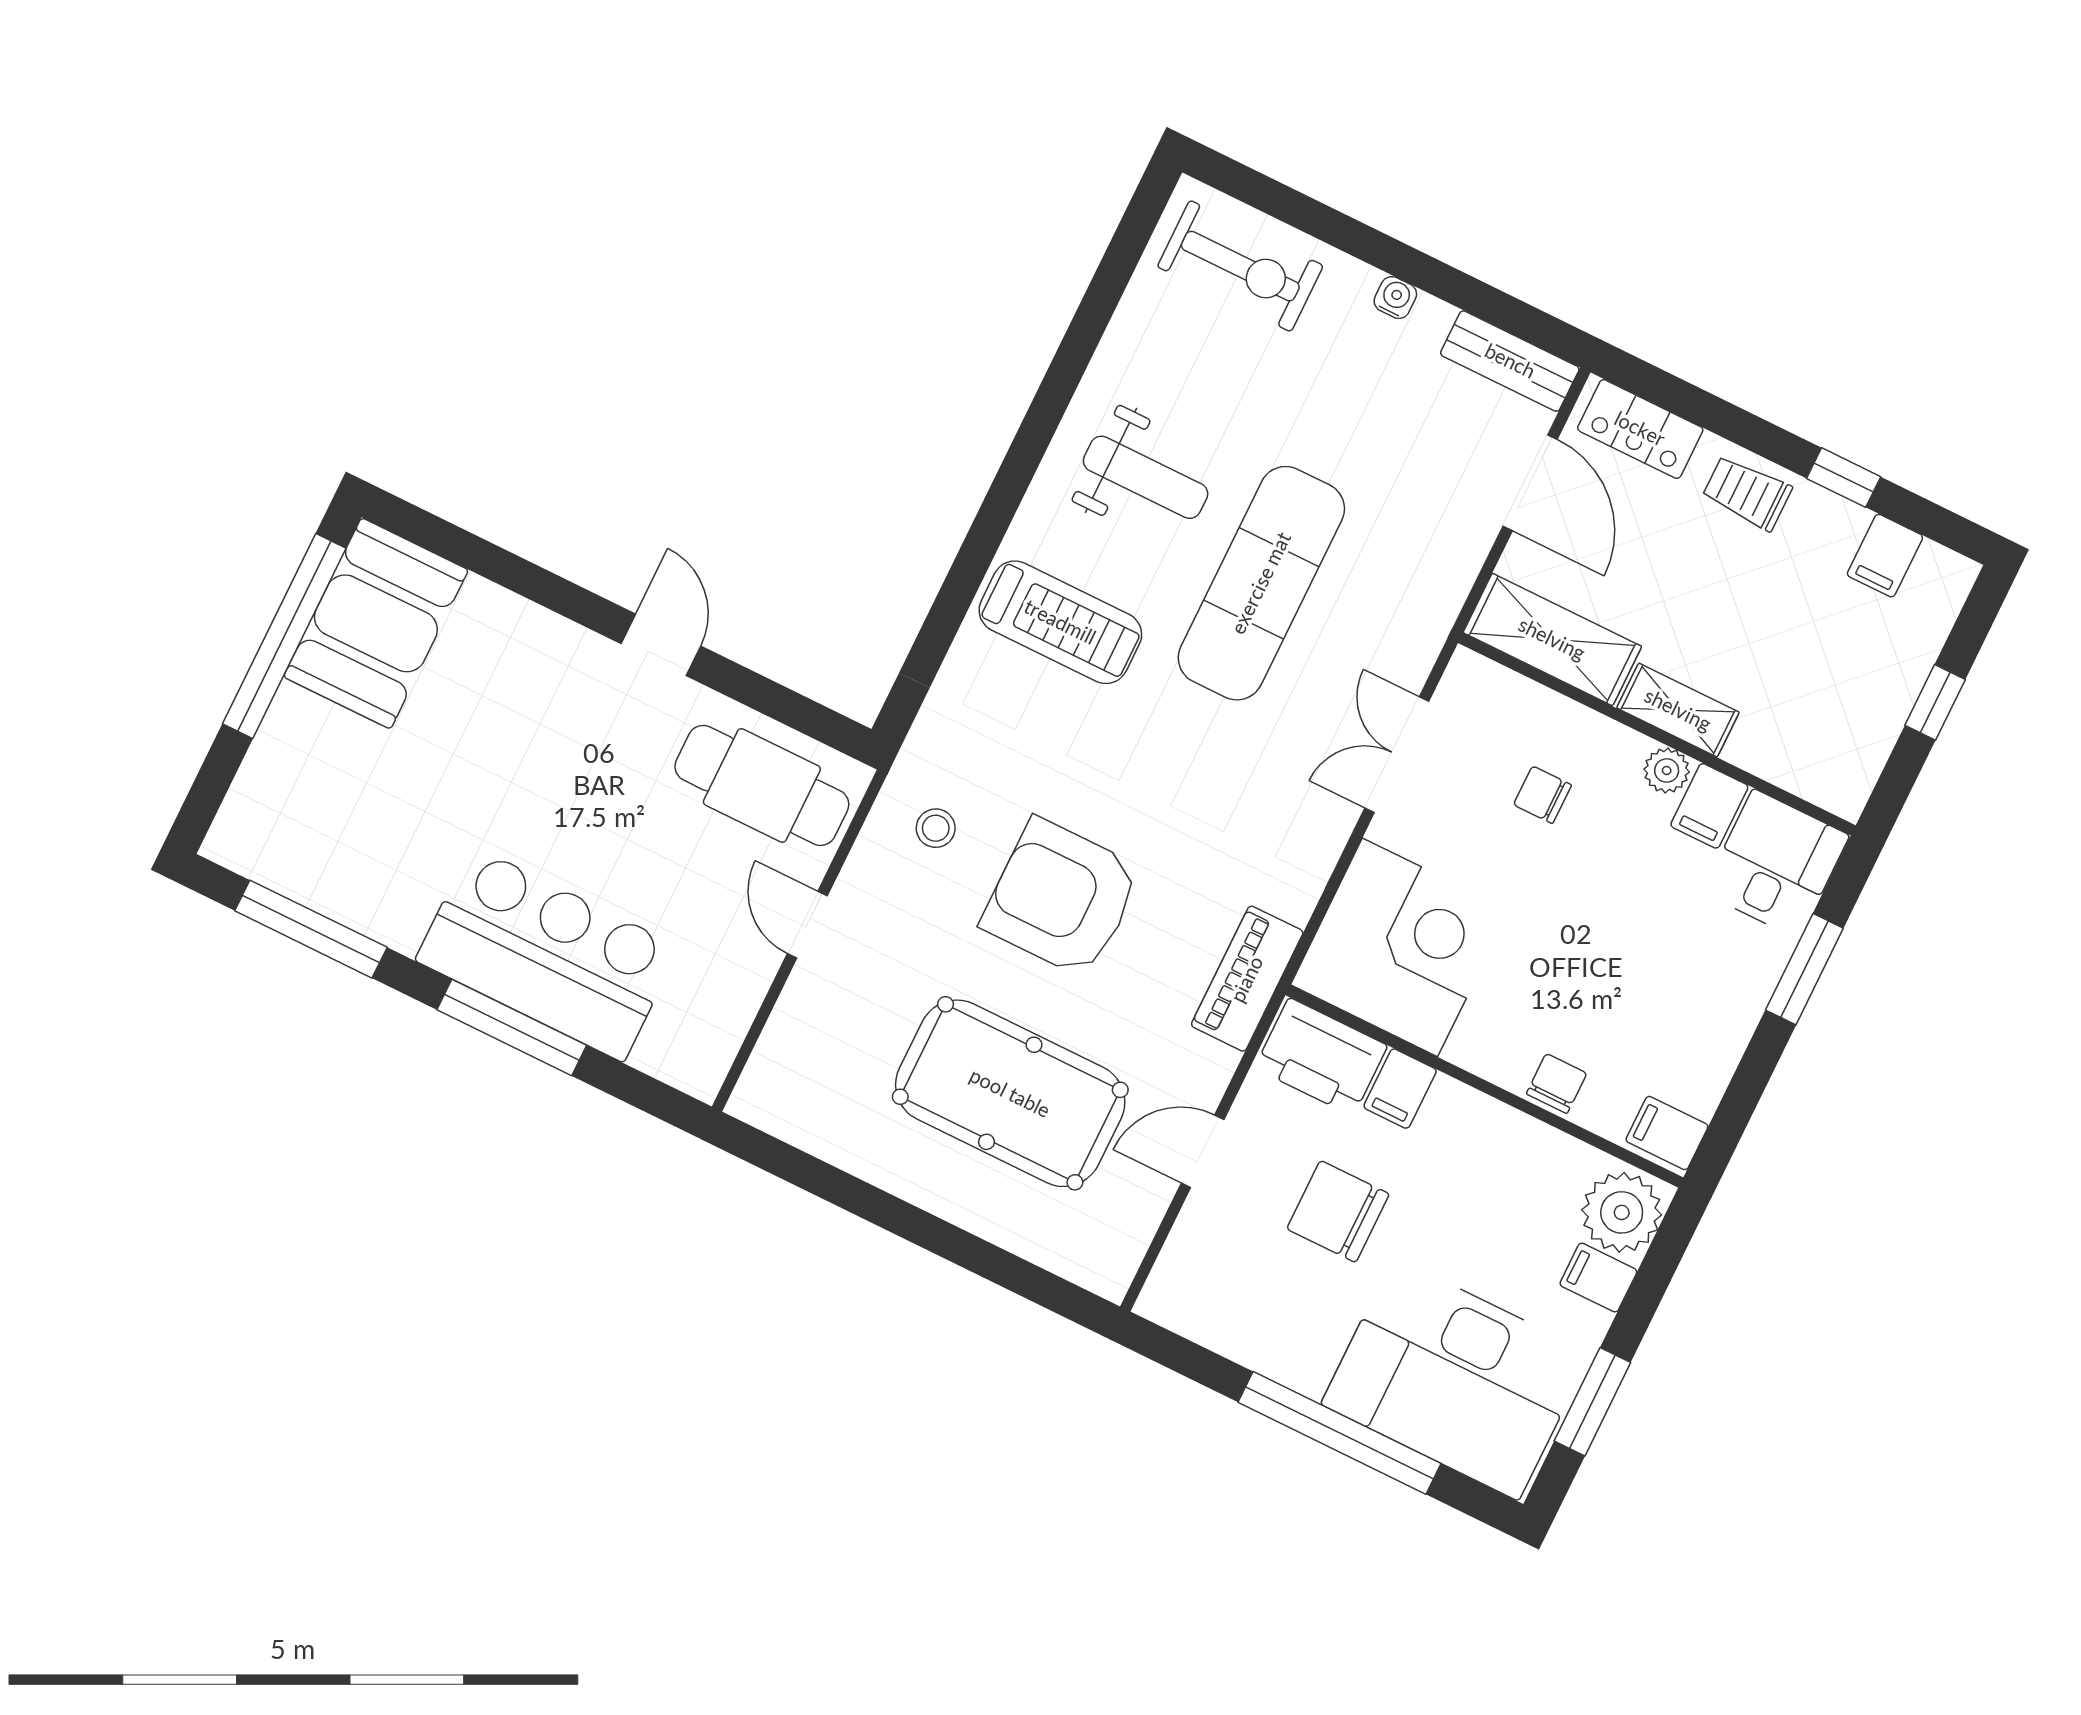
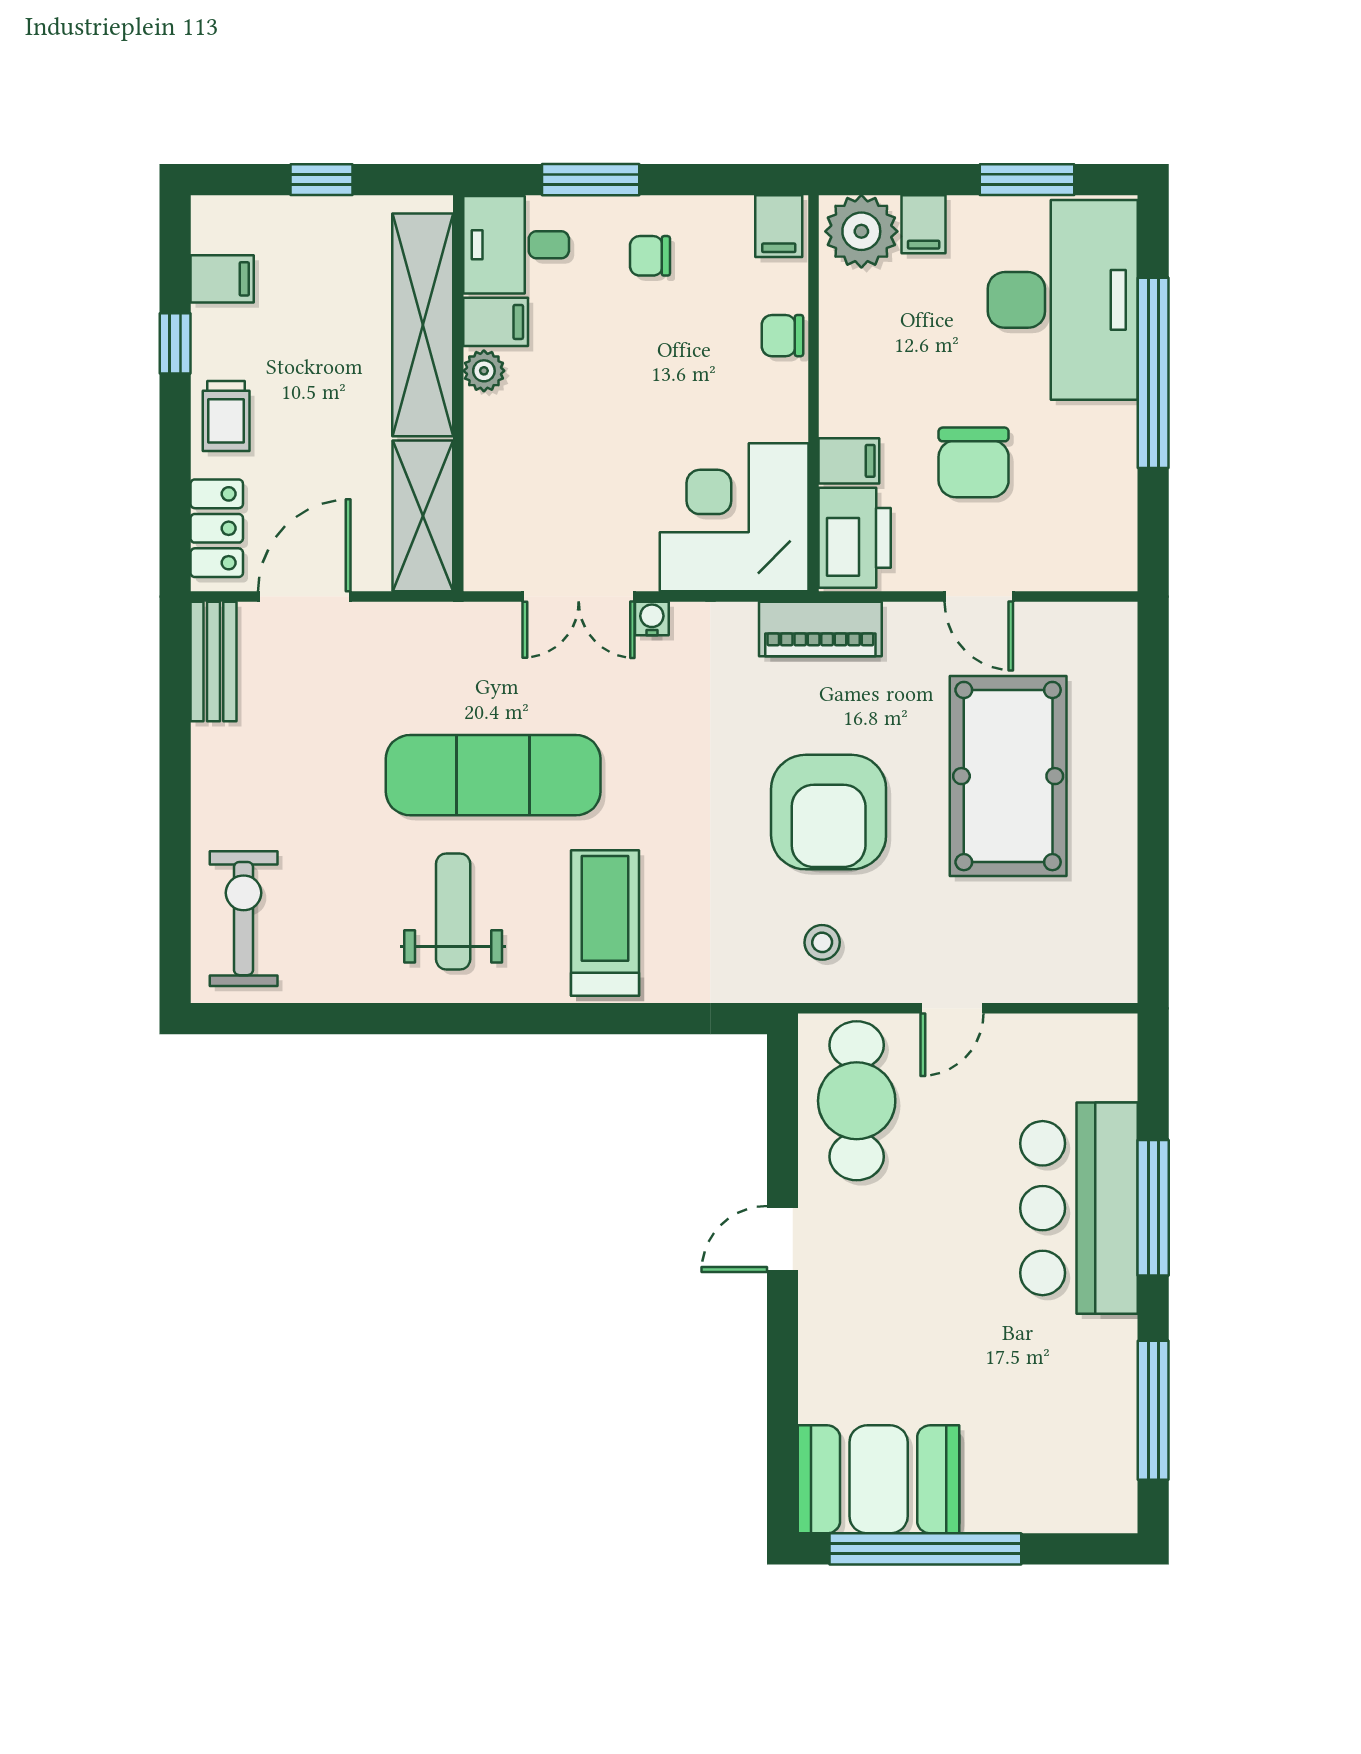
water cooler: (1395, 298) -> (652, 618), moved, turned 90
shelving: (1678, 710) -> (423, 325), width x2.20, depth x1.33
chair: (1543, 795) -> (650, 256), moved, turned 90

